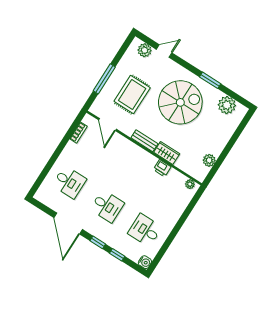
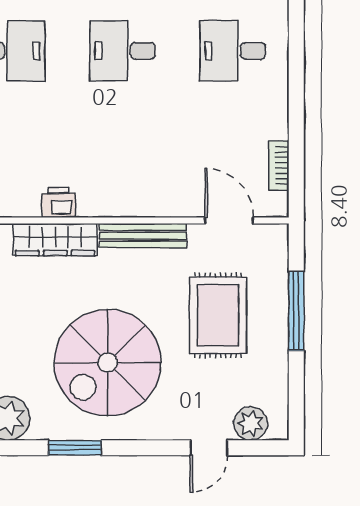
bench: (144, 141) -> (143, 236), width x1.36
wardrobe: (167, 153) -> (55, 240), width x1.50

